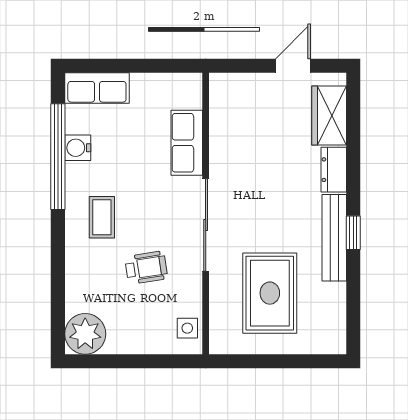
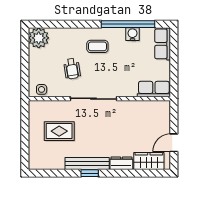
door: (293, 66) -> (174, 143), swing flipped
row of seats: (187, 143) -> (154, 89), moved
rug: (270, 293) -> (59, 131), width x0.73, depth x0.70

